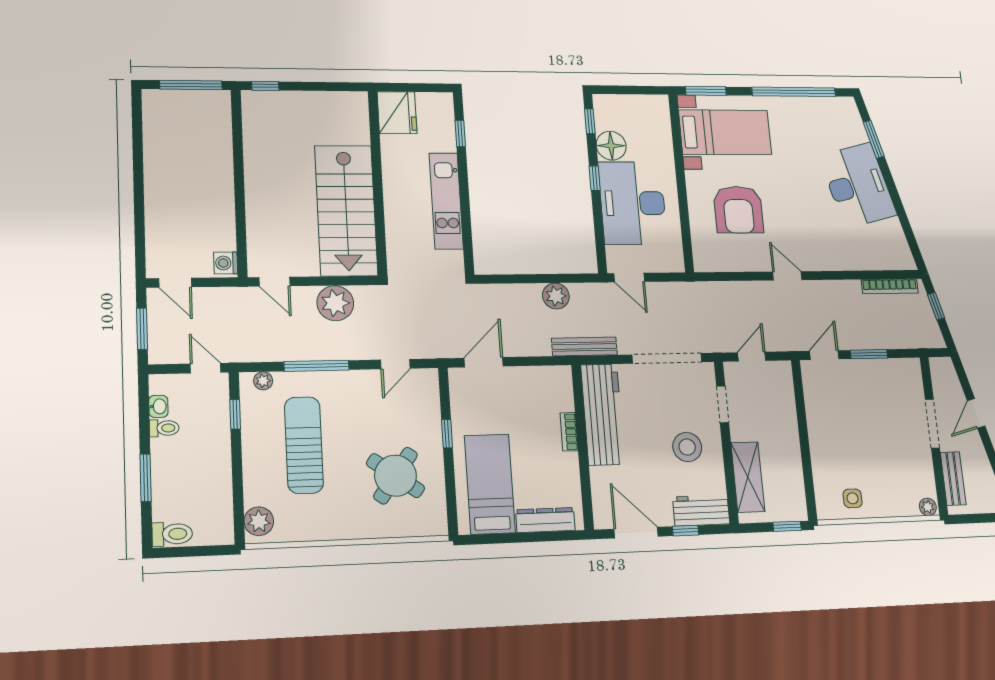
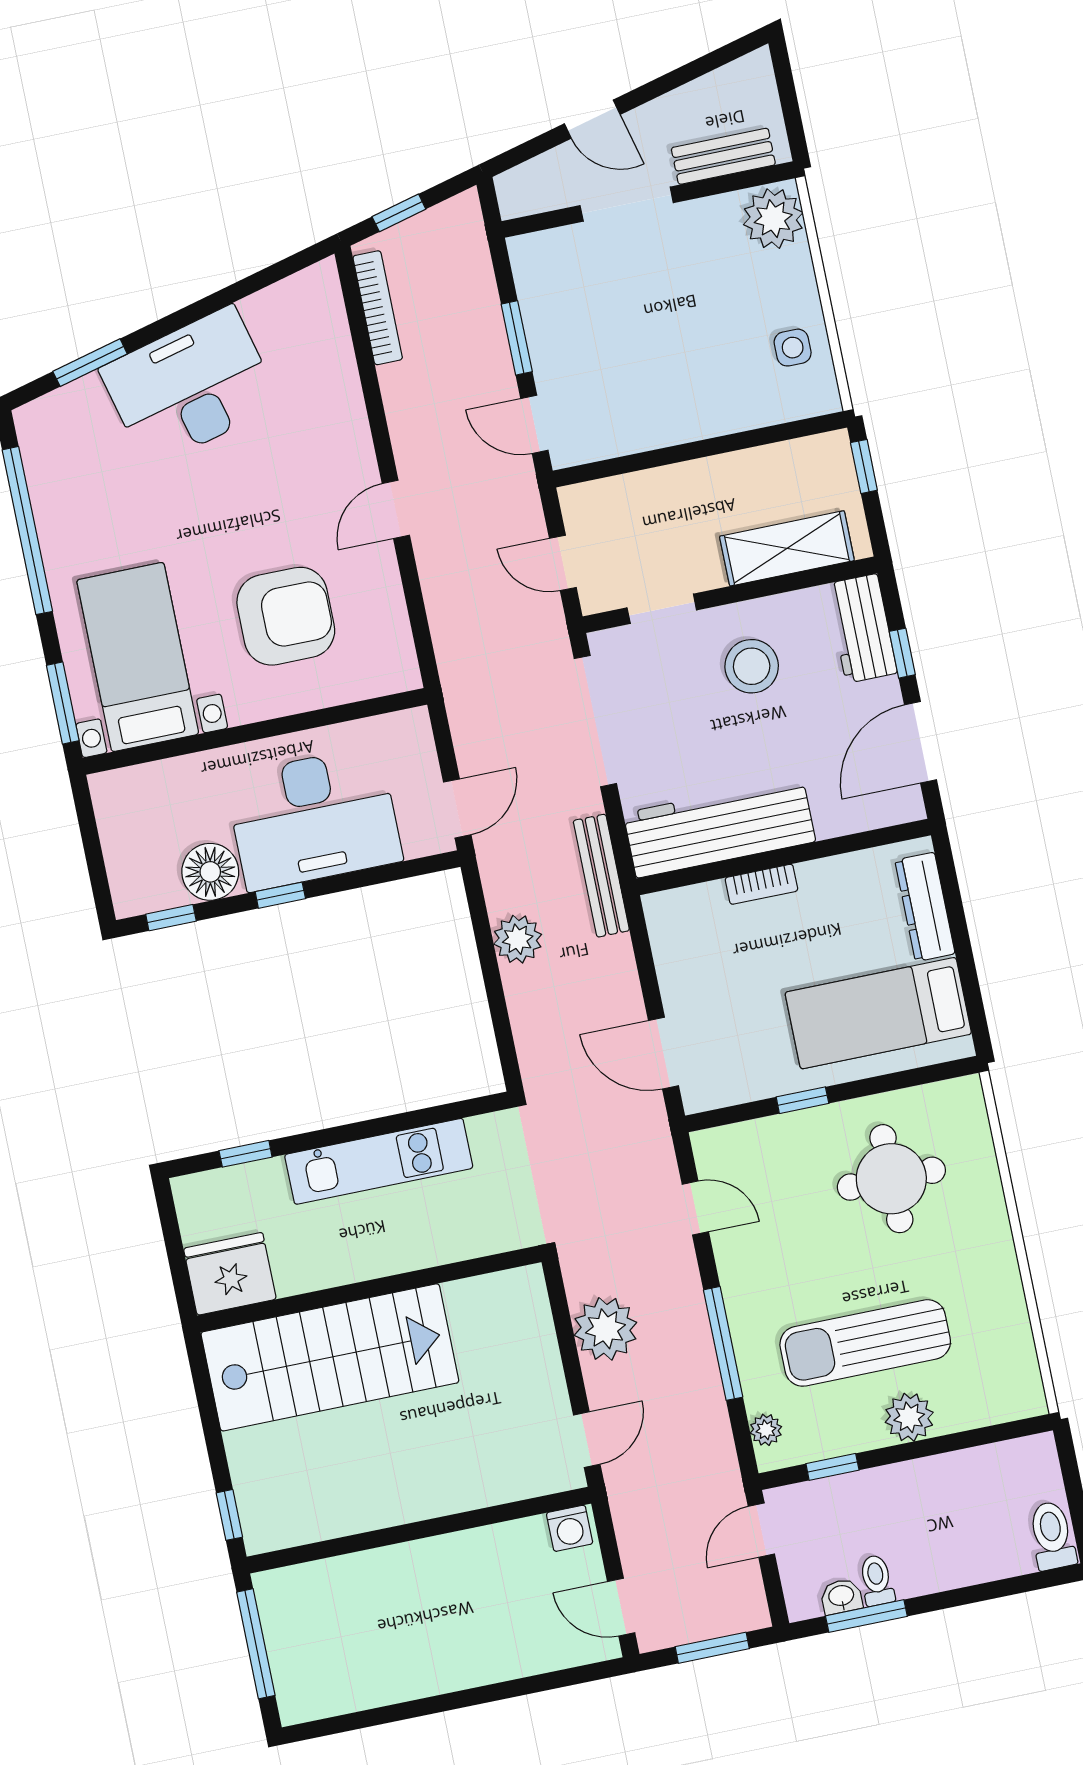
stairs: (346, 210) -> (330, 1357), moved
door: (175, 283) -> (621, 1607), swing flipped
round table: (396, 476) -> (891, 1179), turned -36
window: (146, 478) -> (866, 1616), moved
plant: (928, 507) -> (773, 219), width x1.88, depth x1.88
plant: (259, 521) -> (909, 1417), moved

